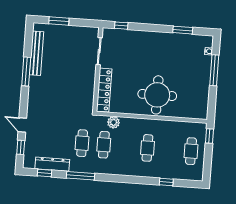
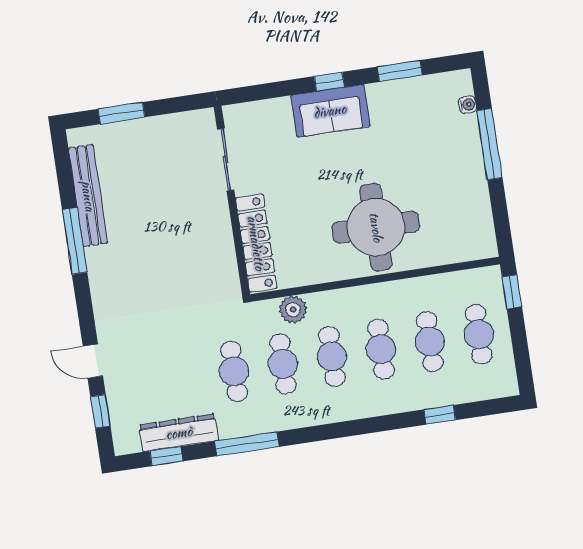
window: (121, 26) -> (329, 82), moved
sofa: (149, 40) -> (330, 111), added
cafe table: (126, 146) -> (332, 356), added
cafe table: (169, 150) -> (430, 342), added

